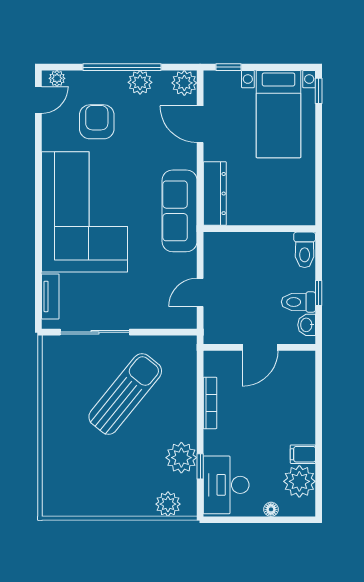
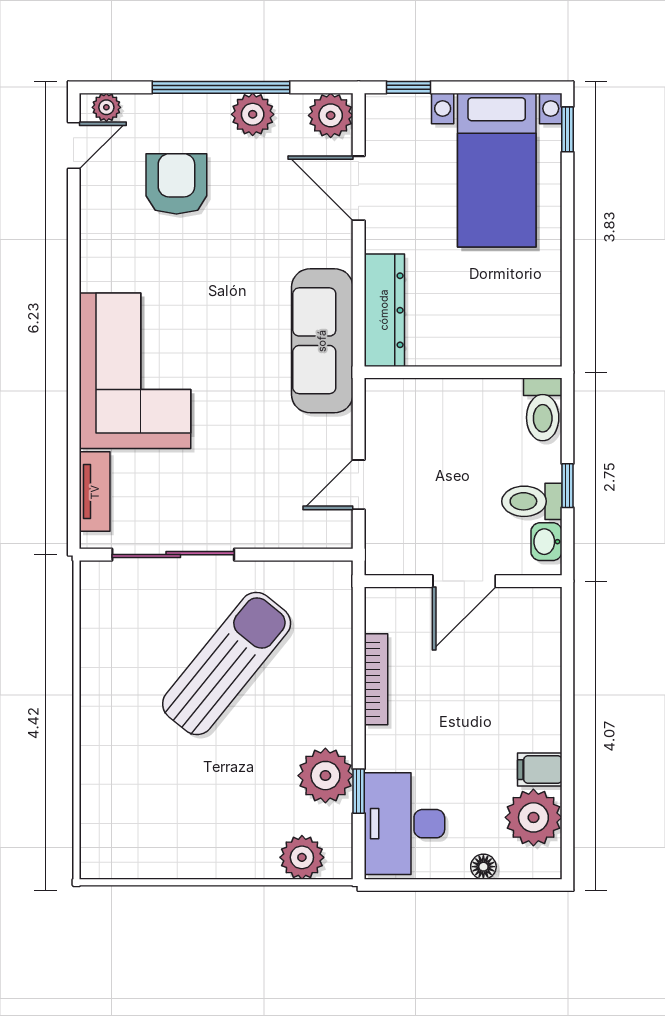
corner sofa: (85, 212) -> (135, 371), width x0.73, depth x0.74

